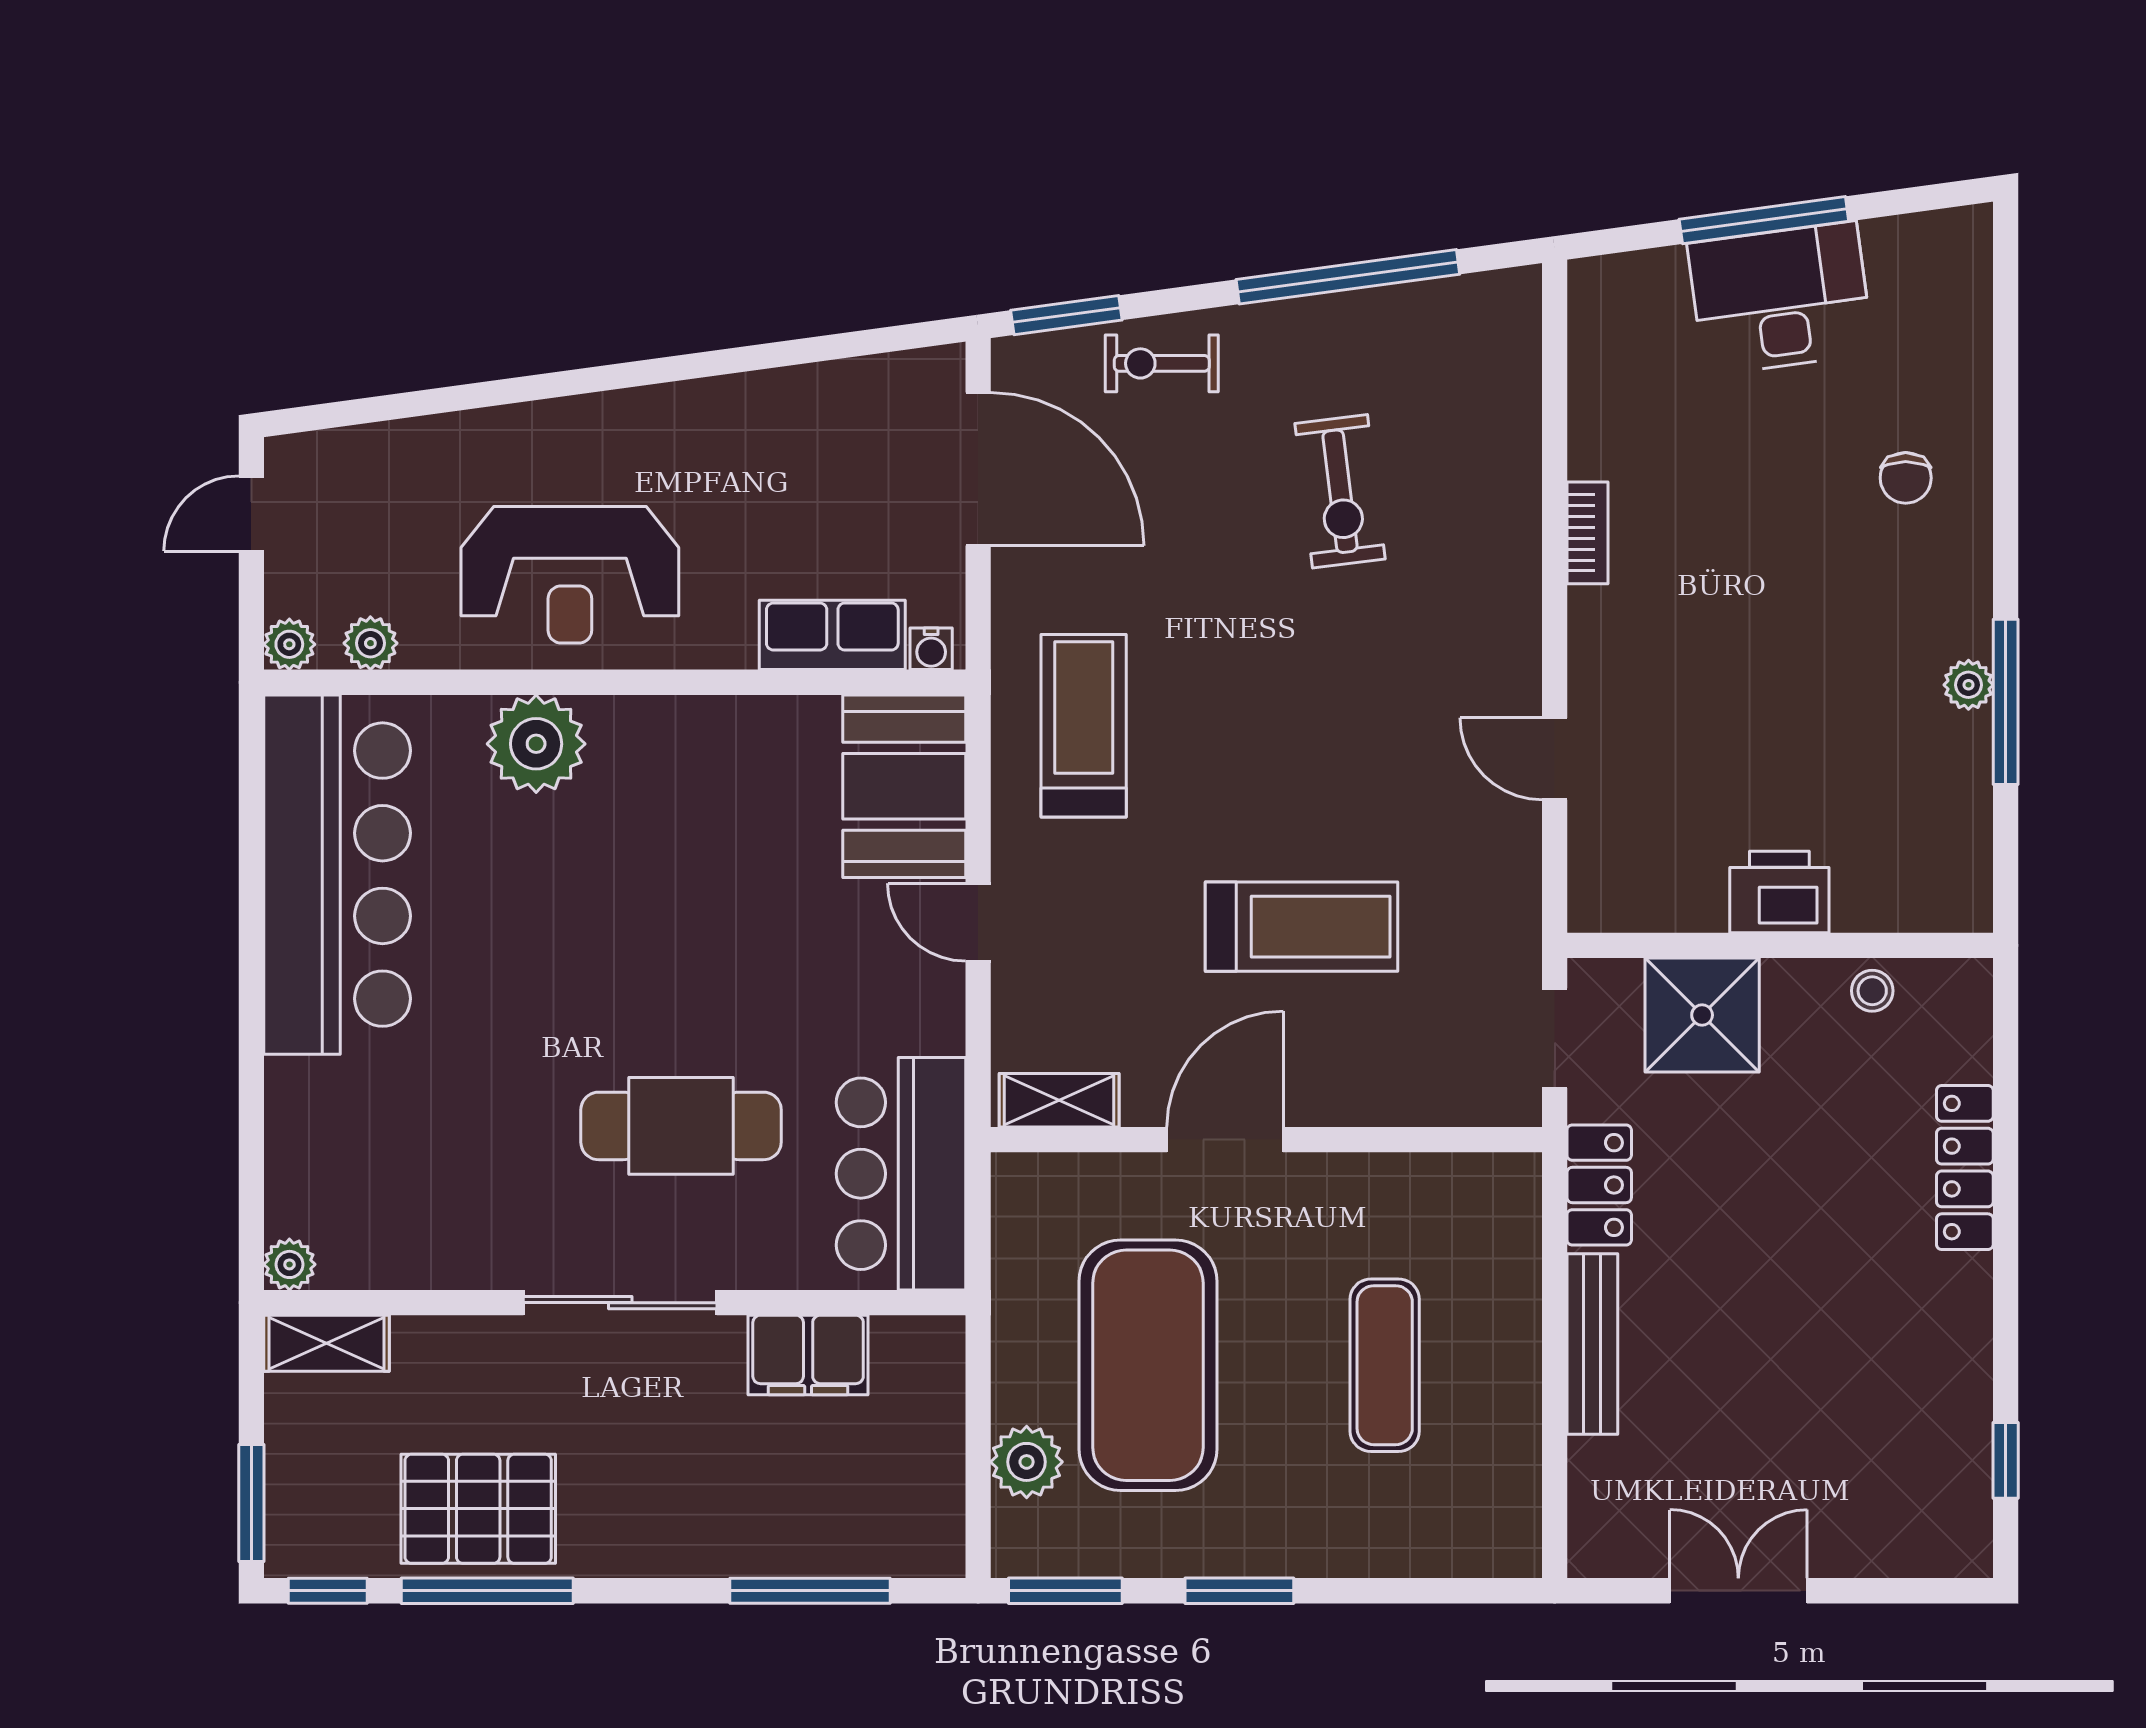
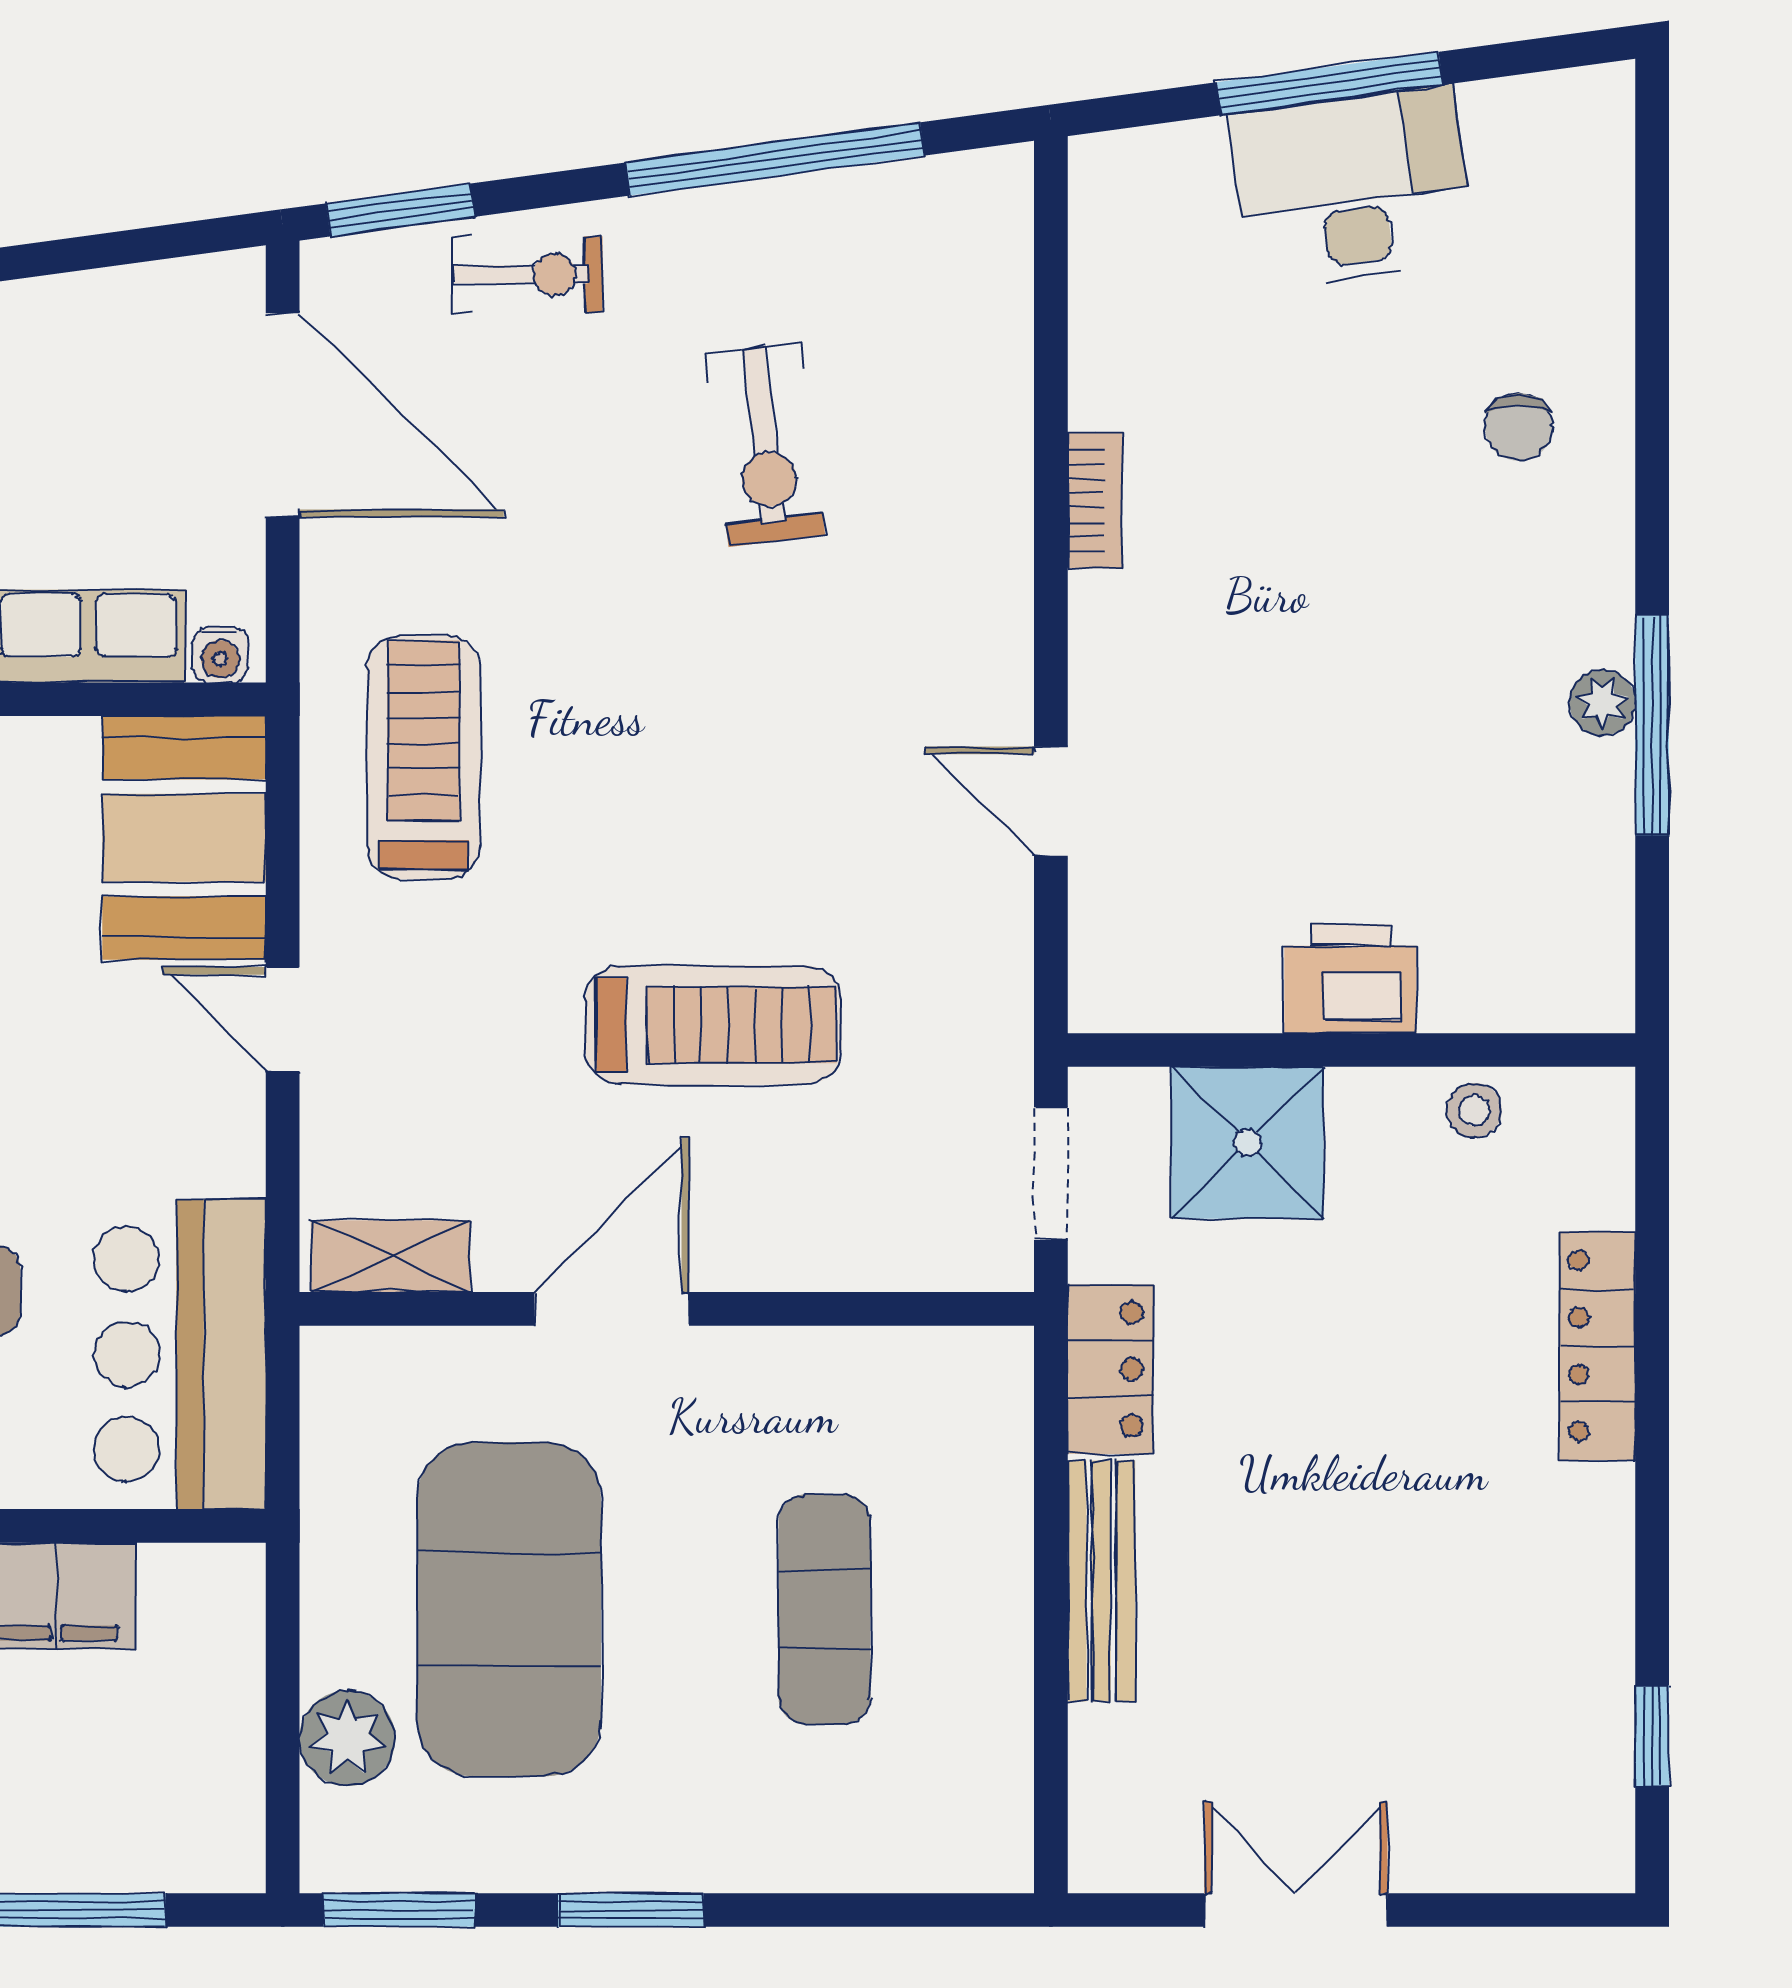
exercise bike: (1162, 363) -> (527, 274), turned 180

